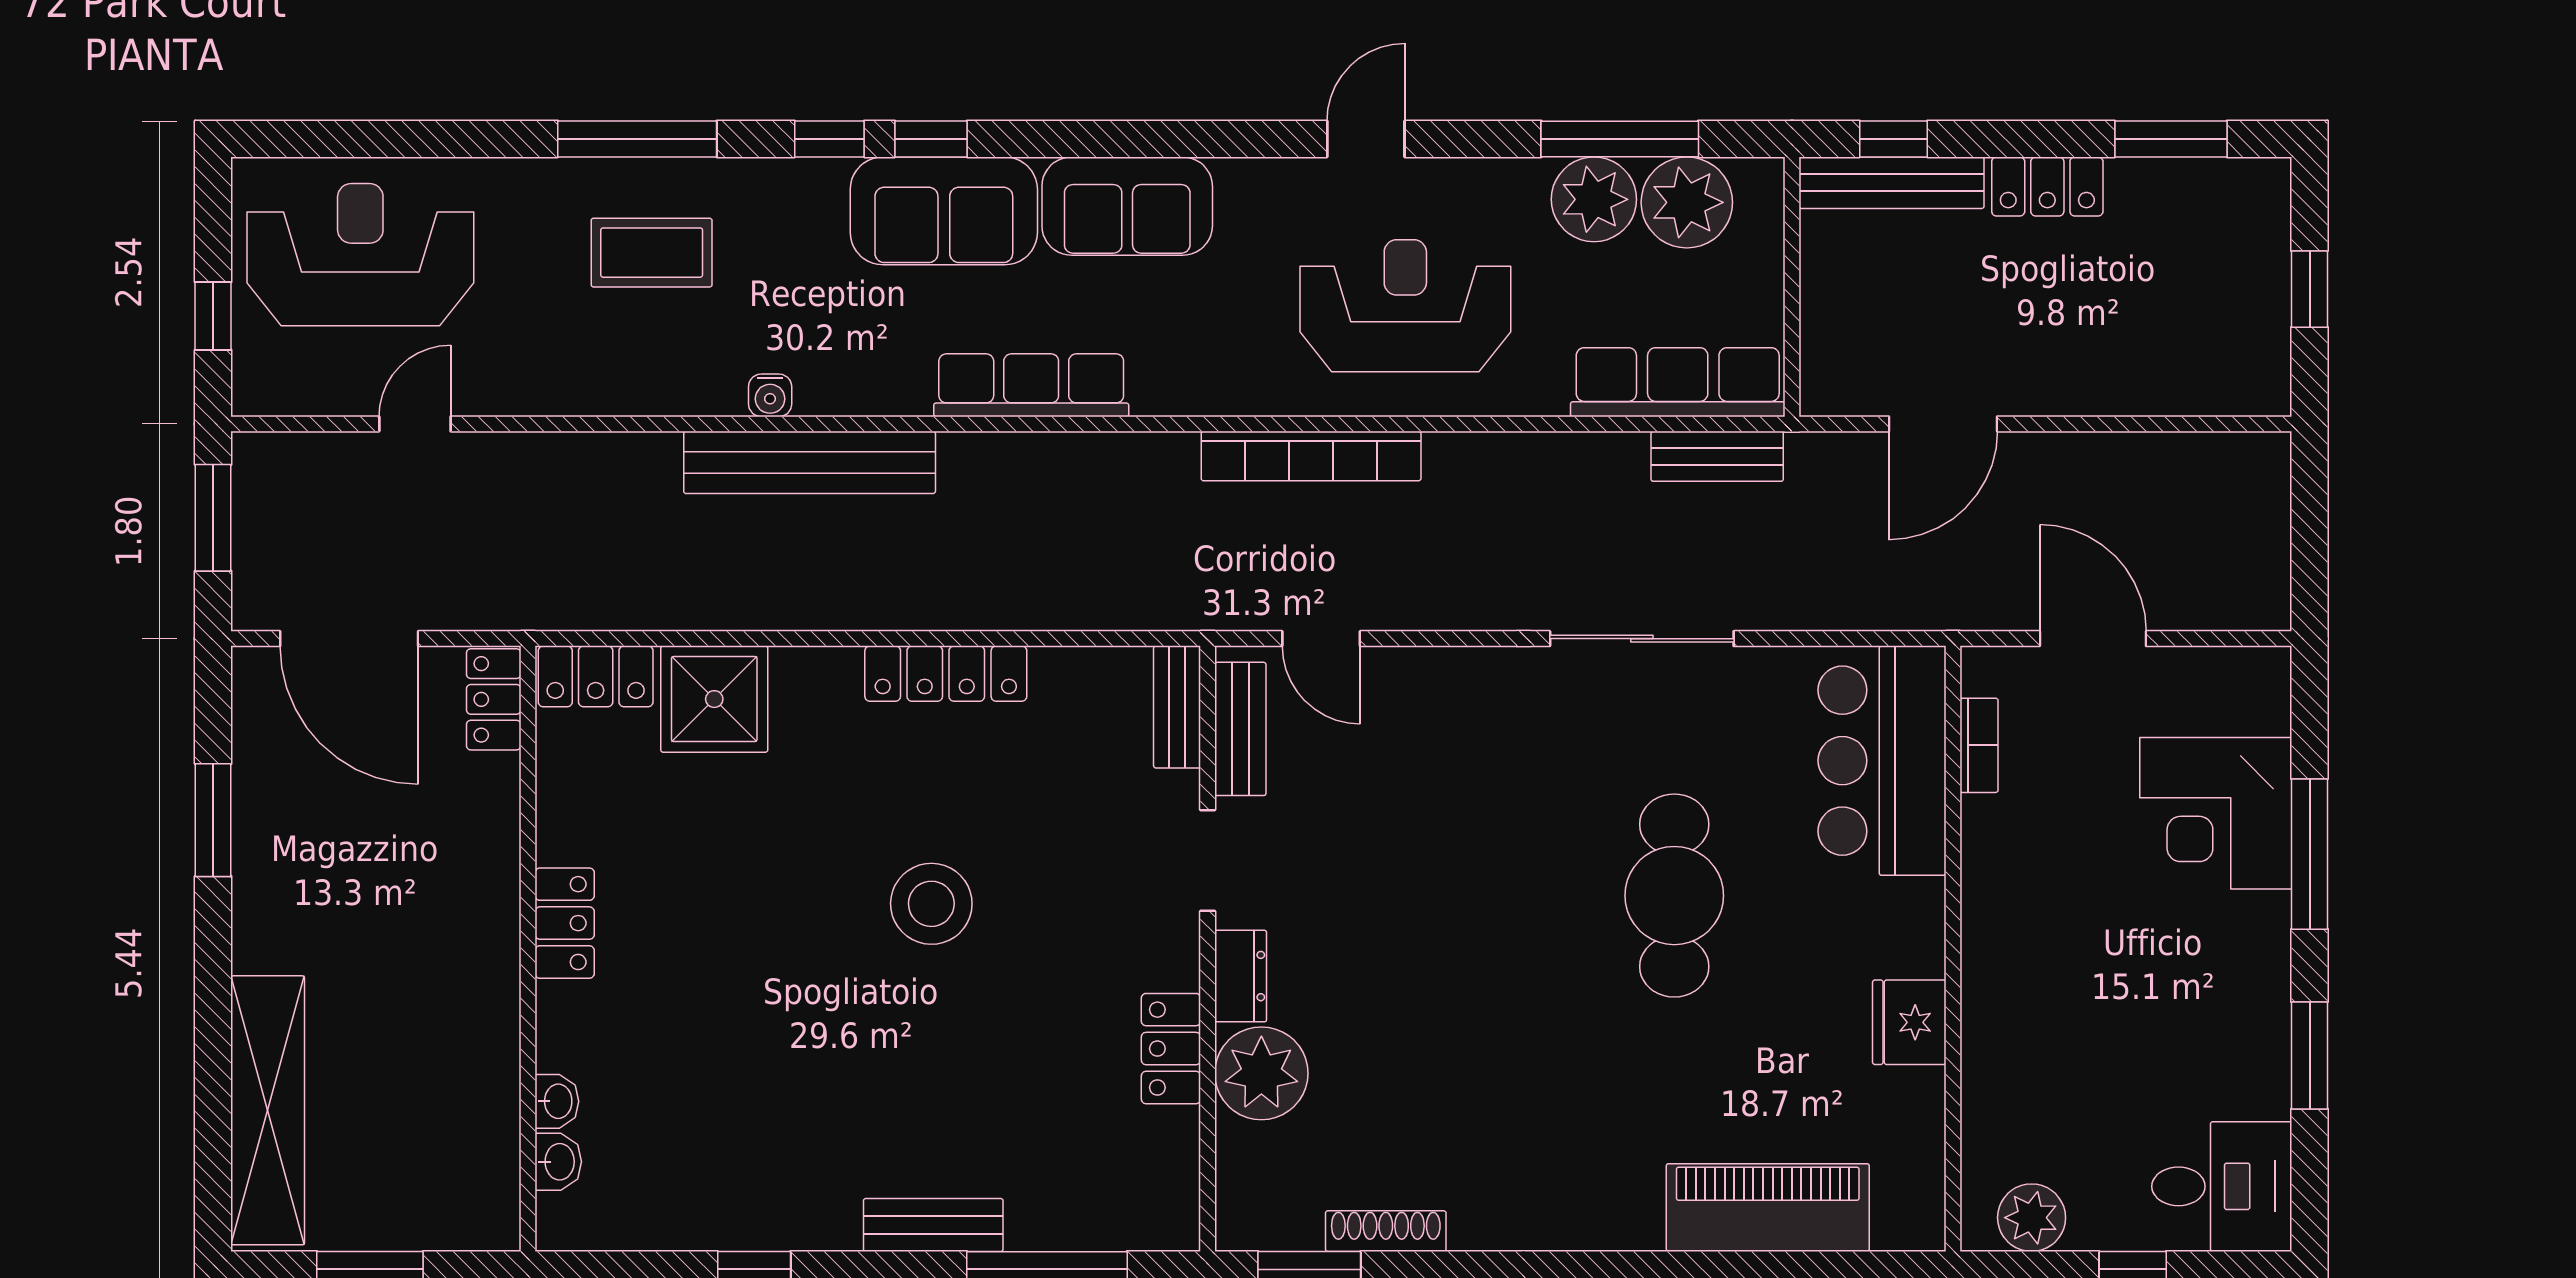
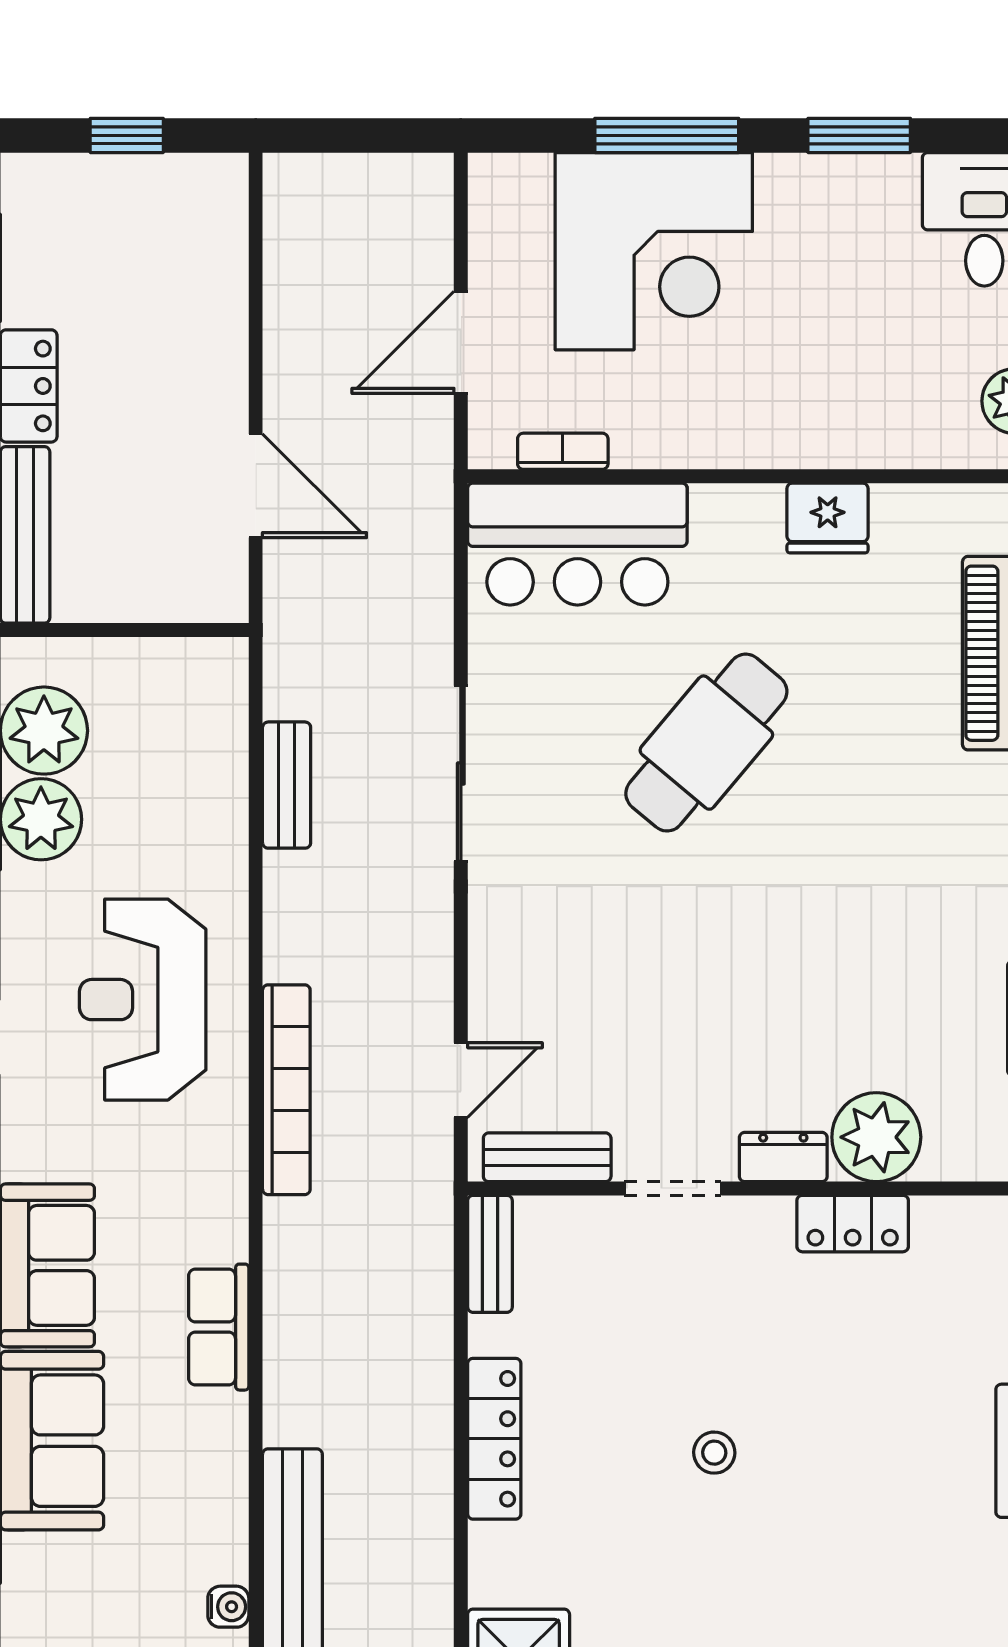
row of seats: (1678, 382) -> (216, 739), removed
row of seats: (1031, 385) -> (219, 1327), width x0.68
bench: (1717, 456) -> (287, 785), moved
bench: (1177, 707) -> (490, 1254), moved, turned 90
corner desk: (2216, 813) -> (654, 251), width x1.36, depth x1.36
cafe table: (1674, 896) -> (706, 743), turned -50
stool: (931, 904) -> (714, 1453), width x0.53, depth x0.53

